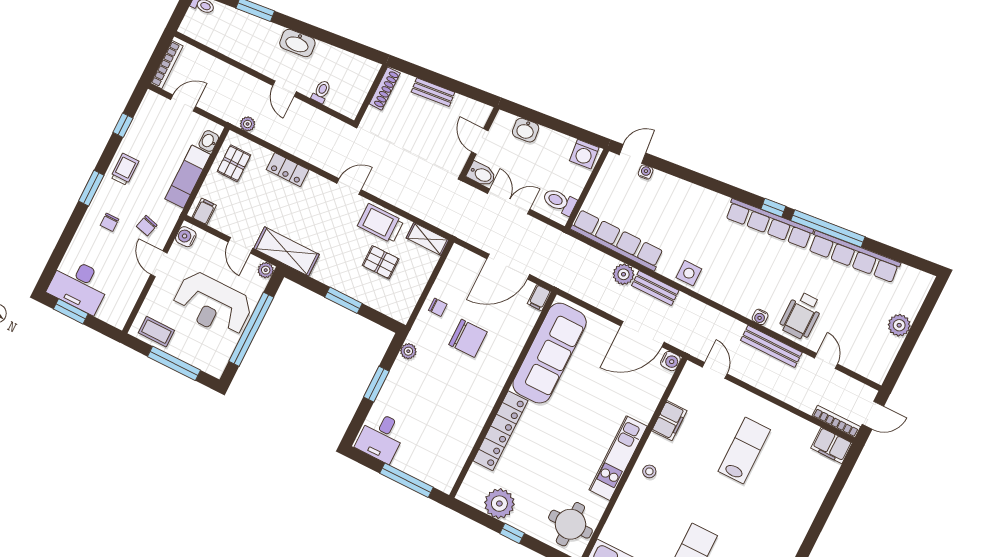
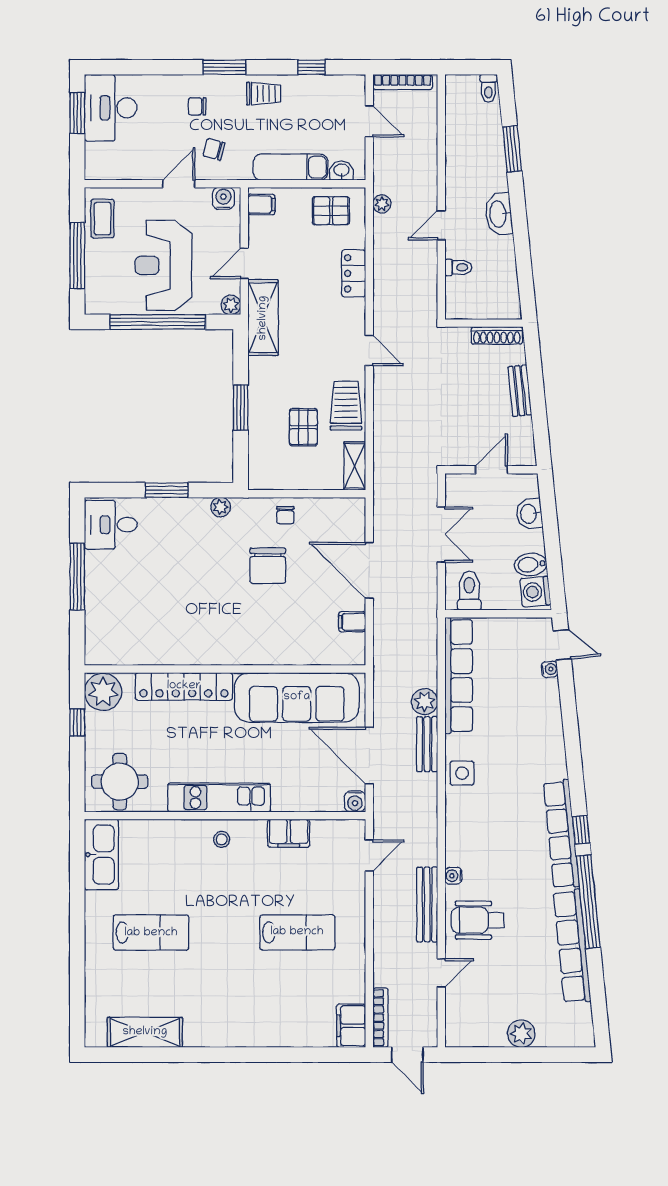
bidet: (481, 174) -> (531, 565), moved, turned 84
sofa: (550, 353) -> (297, 697), moved
wall: (503, 395) -> (225, 669), moved
locker: (500, 431) -> (184, 686), moved

